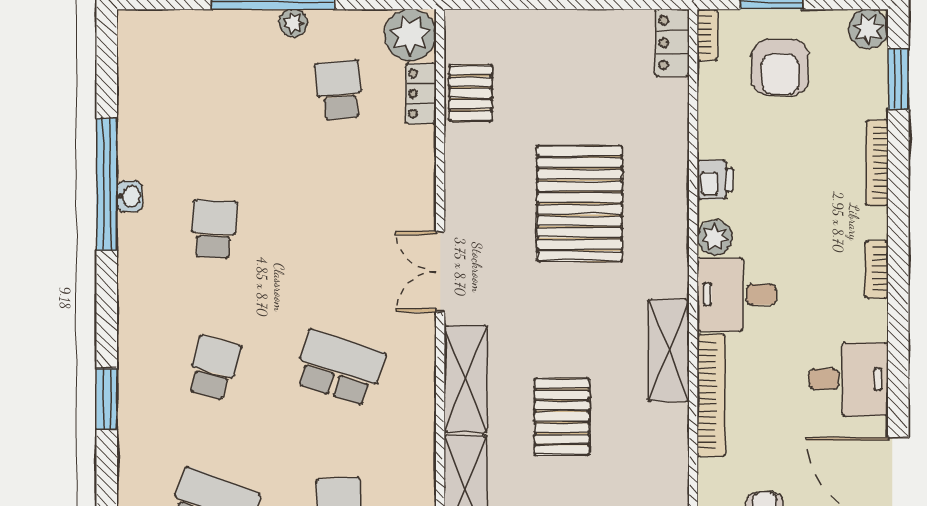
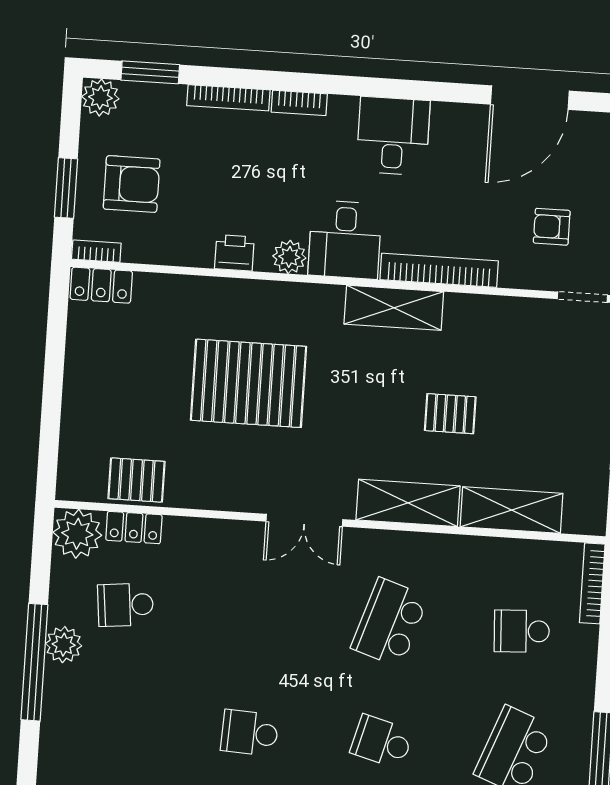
plant: (293, 23) -> (64, 645), width x1.38, depth x1.38
bookcase: (877, 270) -> (299, 103), moved
desk: (849, 379) -> (393, 136), moved
pallet: (562, 417) -> (450, 414), width x0.67, depth x0.71

